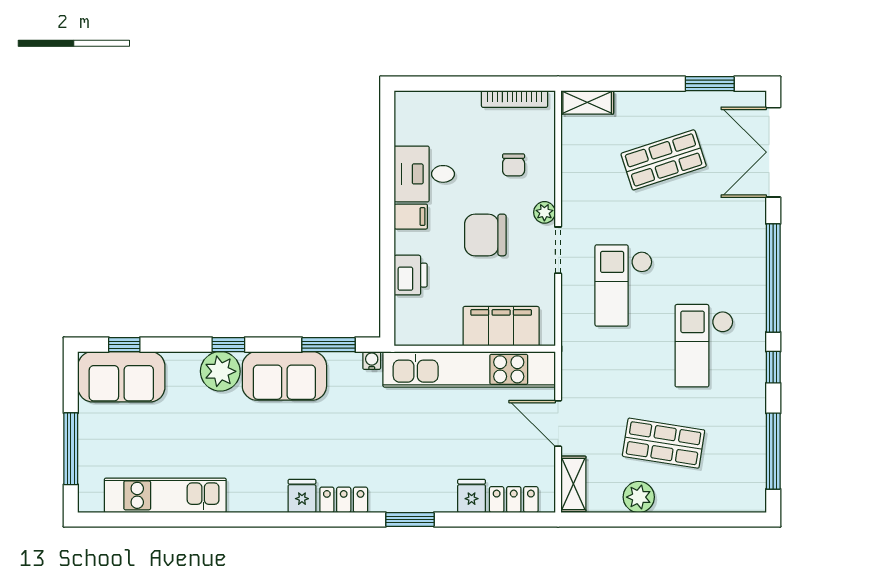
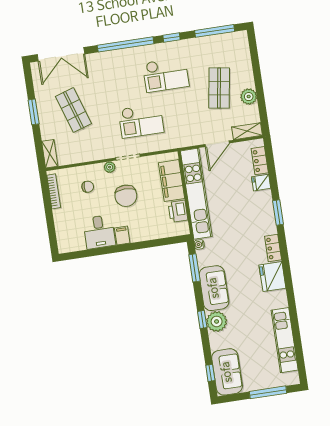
window: (710, 84) -> (34, 112), moved
printer: (411, 275) -> (178, 211), moved, turned -90
fridge: (302, 496) -> (272, 277), width x1.88, depth x1.34

